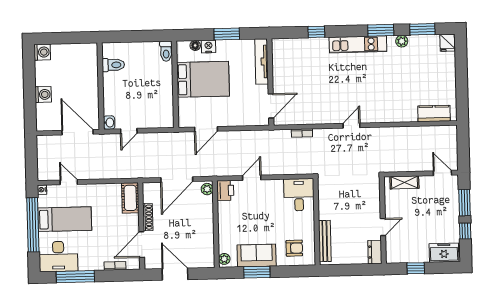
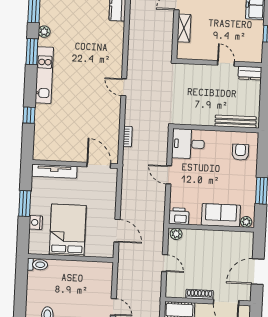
floor lamp: (195, 45) -> (34, 235), removed
door: (252, 178) -> (169, 175), moved
door: (177, 180) -> (165, 263), width x0.53
shelving: (404, 182) -> (184, 28), moved
sofa: (257, 256) -> (221, 215), moved, turned 90

